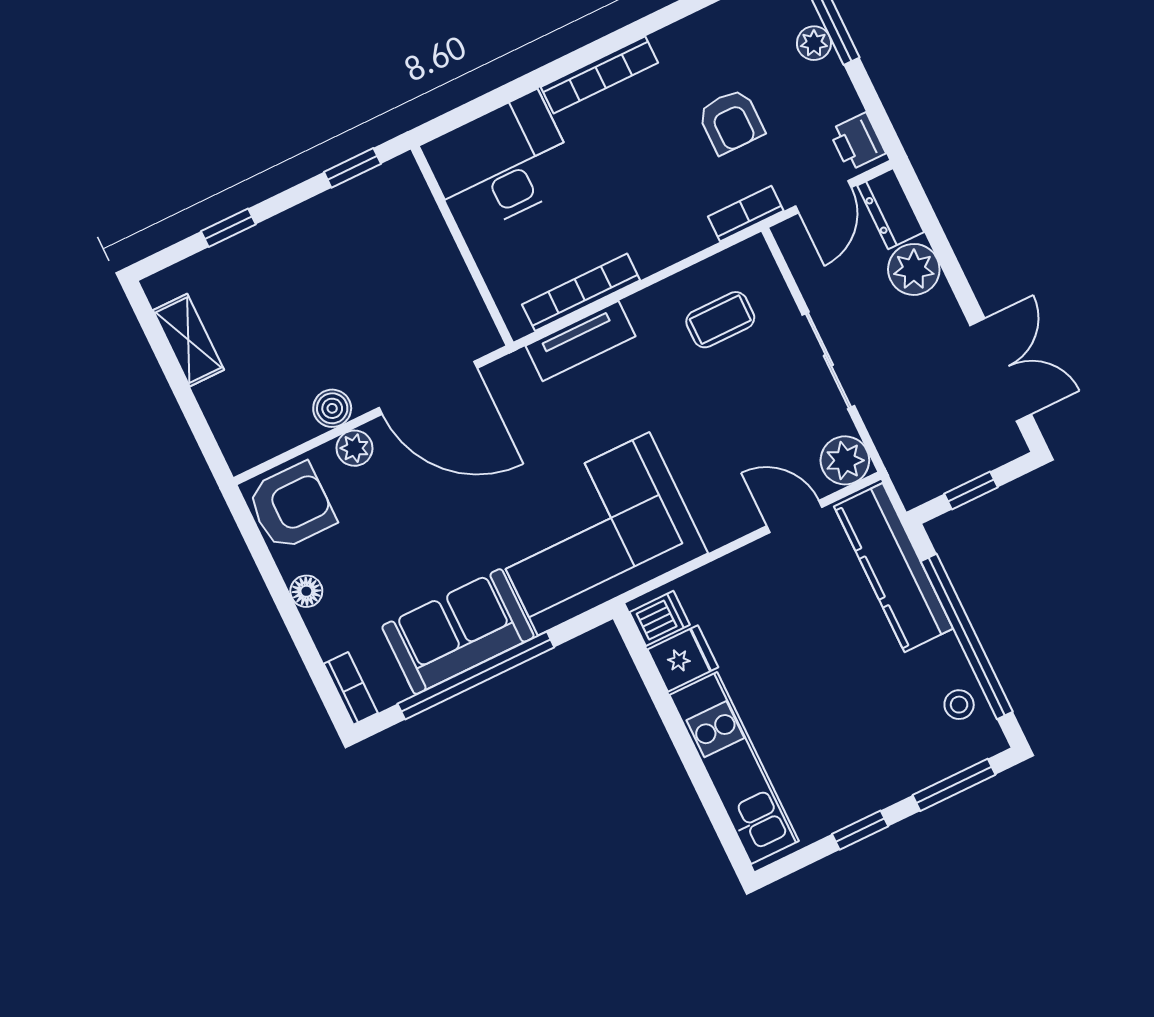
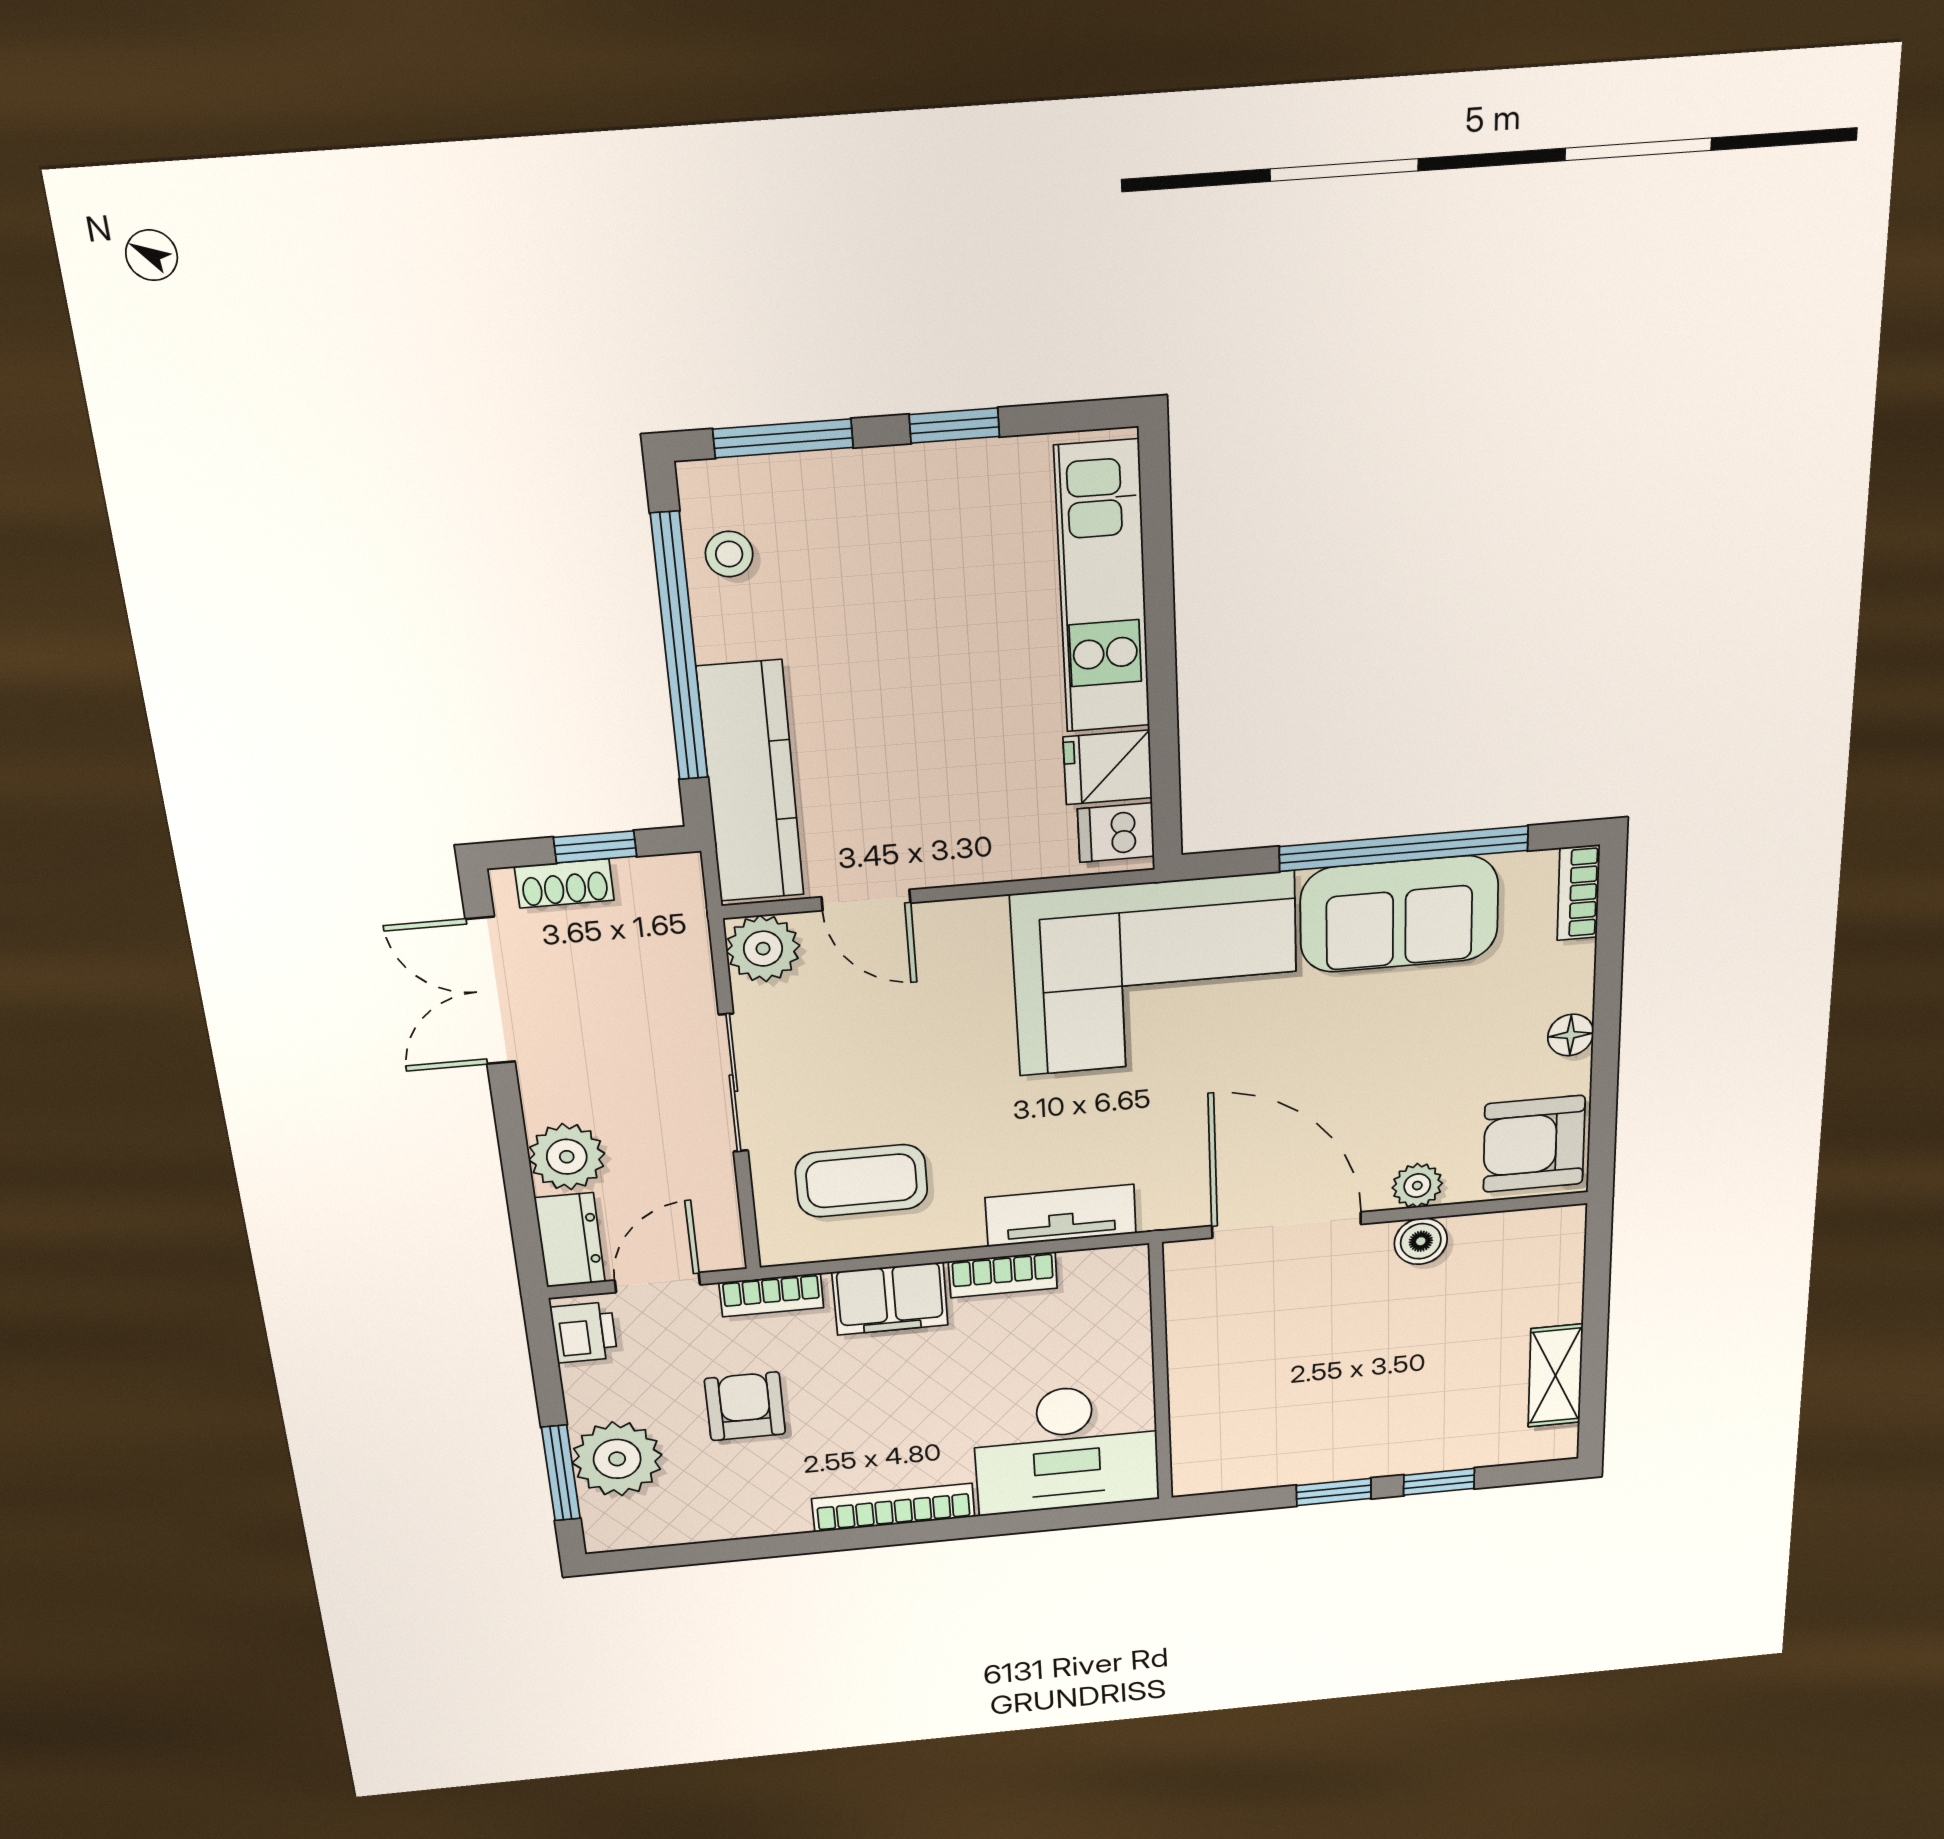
plant: (814, 43) -> (617, 1459), width x1.87, depth x1.87
window: (352, 168) -> (1334, 1492), moved
filing cabinet: (667, 239) -> (890, 1299), added
bookcase: (581, 292) -> (1003, 1275), width x0.64
coffee table: (720, 320) -> (861, 1181), width x1.36, depth x1.30
shoe rack: (981, 459) -> (564, 883), added

